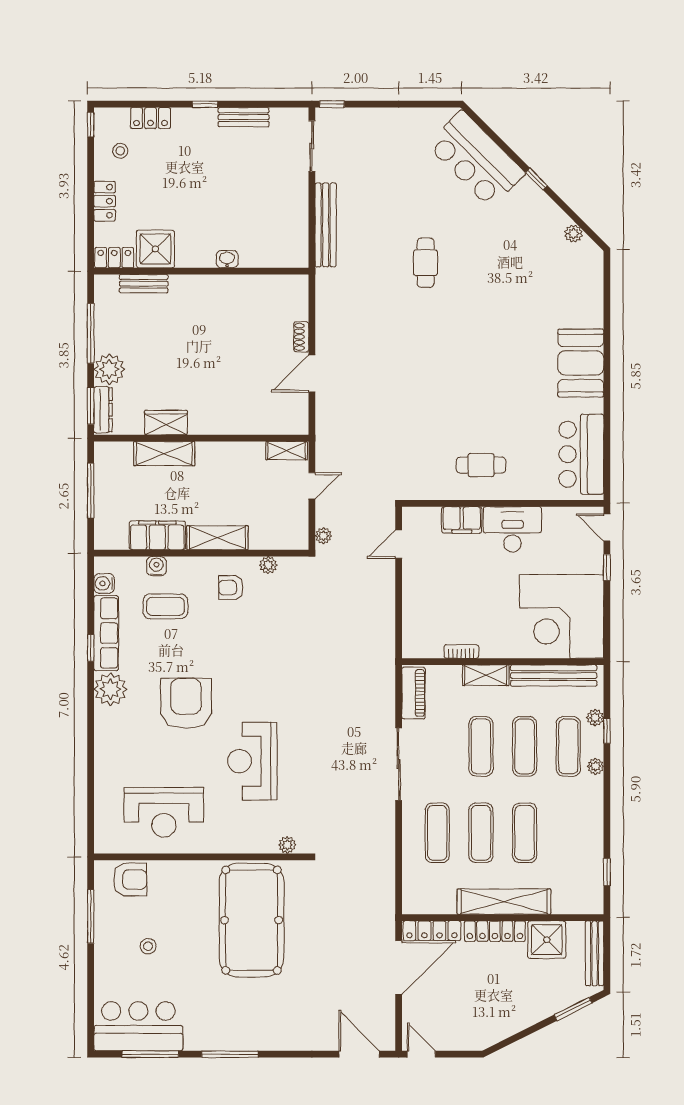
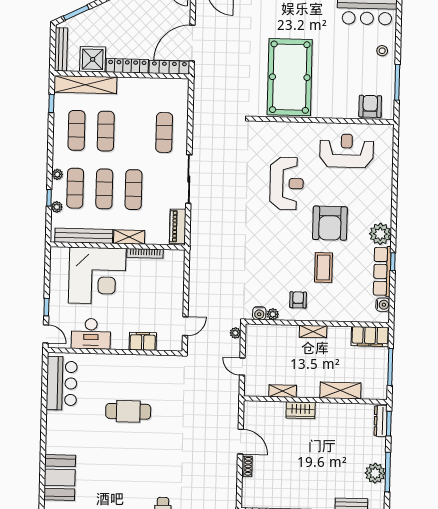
booth: (581, 363) -> (60, 477), moved
plant: (109, 369) -> (375, 473), moved
door: (312, 374) -> (240, 442), hinge flipped
wardrobe: (166, 423) -> (301, 410), moved
shelving: (286, 451) -> (283, 391), moved
cafe table: (481, 465) -> (128, 411), moved, width x1.37, depth x1.35
door: (312, 486) -> (242, 367), hinge flipped
desk: (512, 529) -> (91, 334), moved
filing cabinet: (157, 535) -> (370, 336), moved
shelving: (217, 538) -> (313, 331), width x0.67, depth x0.75
water cooler: (156, 566) -> (259, 313), moved
armchair: (231, 588) -> (298, 300), turned -90
coffee table: (165, 606) -> (323, 267), moved, turned 90
corner desk: (562, 616) -> (97, 276), moved, turned 90
bookcase: (461, 651) -> (145, 253), width x1.56
exercise mat: (481, 833) -> (77, 130), moved
plant: (287, 845) -> (265, 127), removed
armchair: (130, 880) -> (370, 106), turned 90
shelving: (504, 902) -> (85, 85), moved
stool: (148, 946) -> (382, 51), moved

